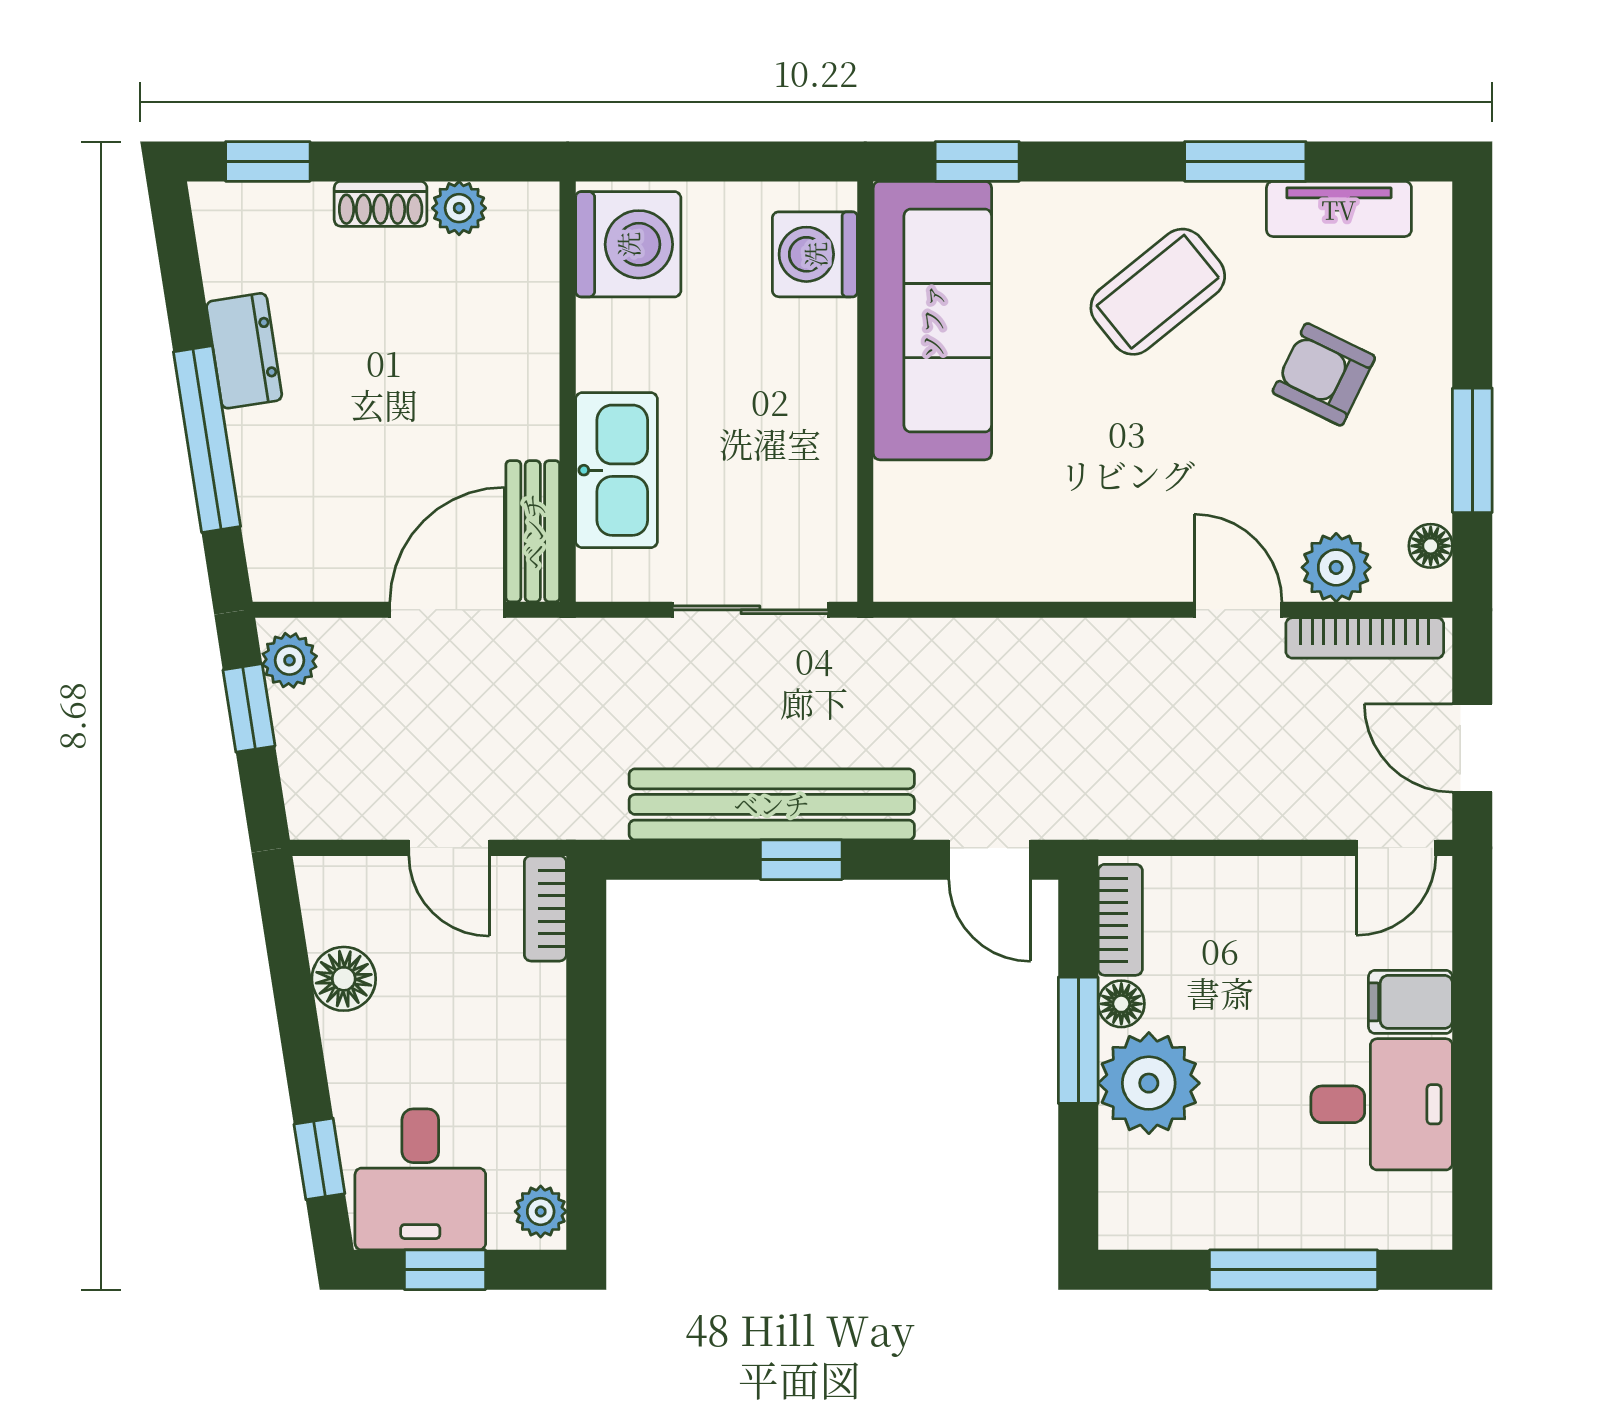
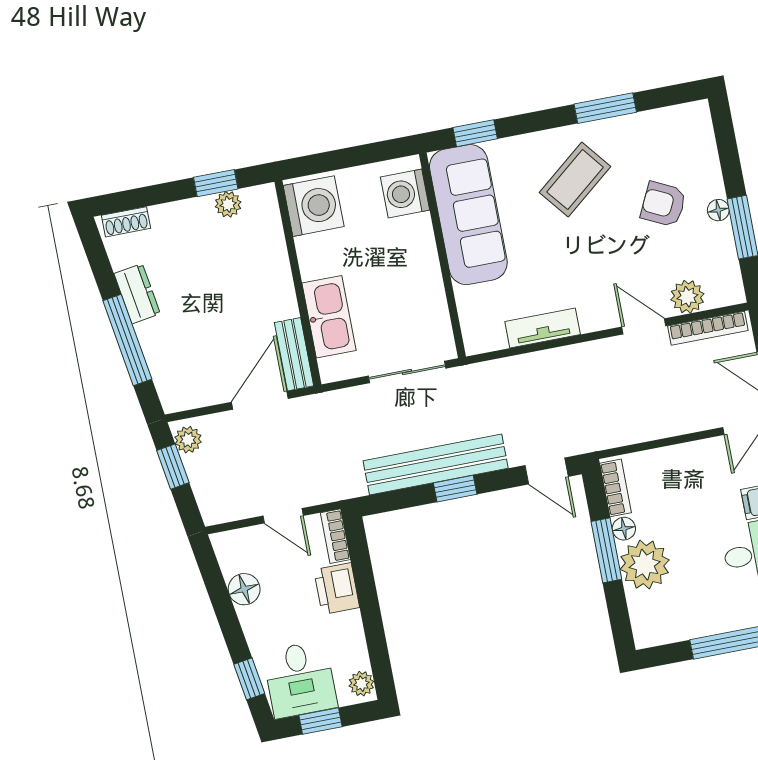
window: (268, 161) -> (216, 183), moved
shoe rack: (381, 204) -> (126, 222), moved
tv unit: (1339, 209) -> (543, 328), moved, turned 180
floor lamp: (1431, 546) -> (718, 210), moved
printer: (528, 1013) -> (337, 588), added

